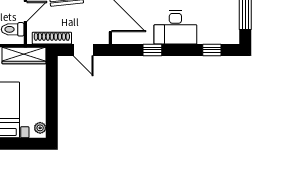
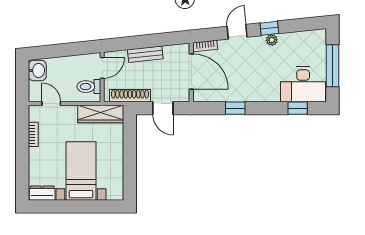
desk: (175, 27) -> (303, 84), moved
plant: (40, 128) -> (118, 190), removed

